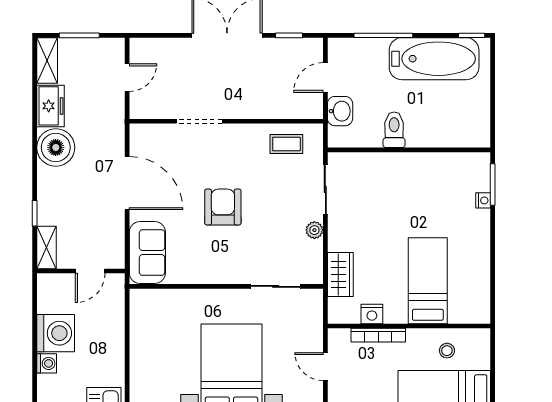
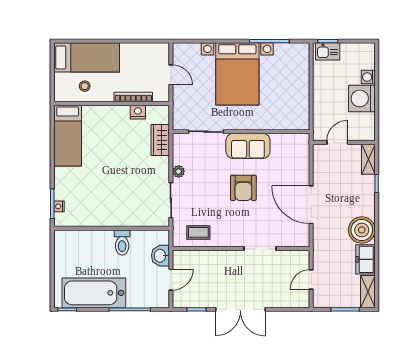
nightstand: (483, 200) -> (59, 206), moved
sofa: (147, 253) -> (248, 146), moved, turned -90
bed: (428, 281) -> (68, 136), moved

